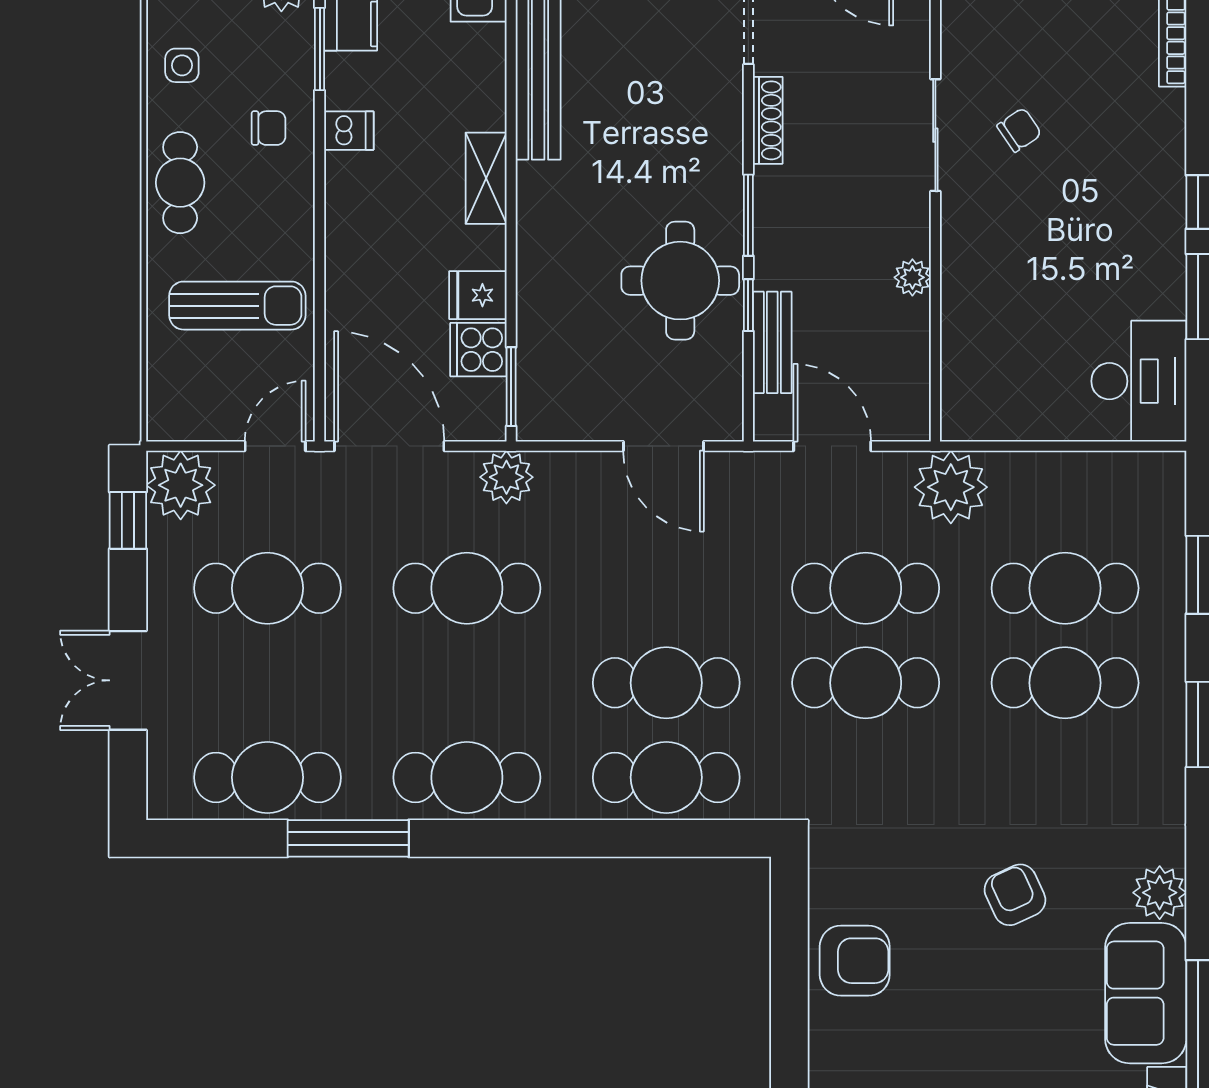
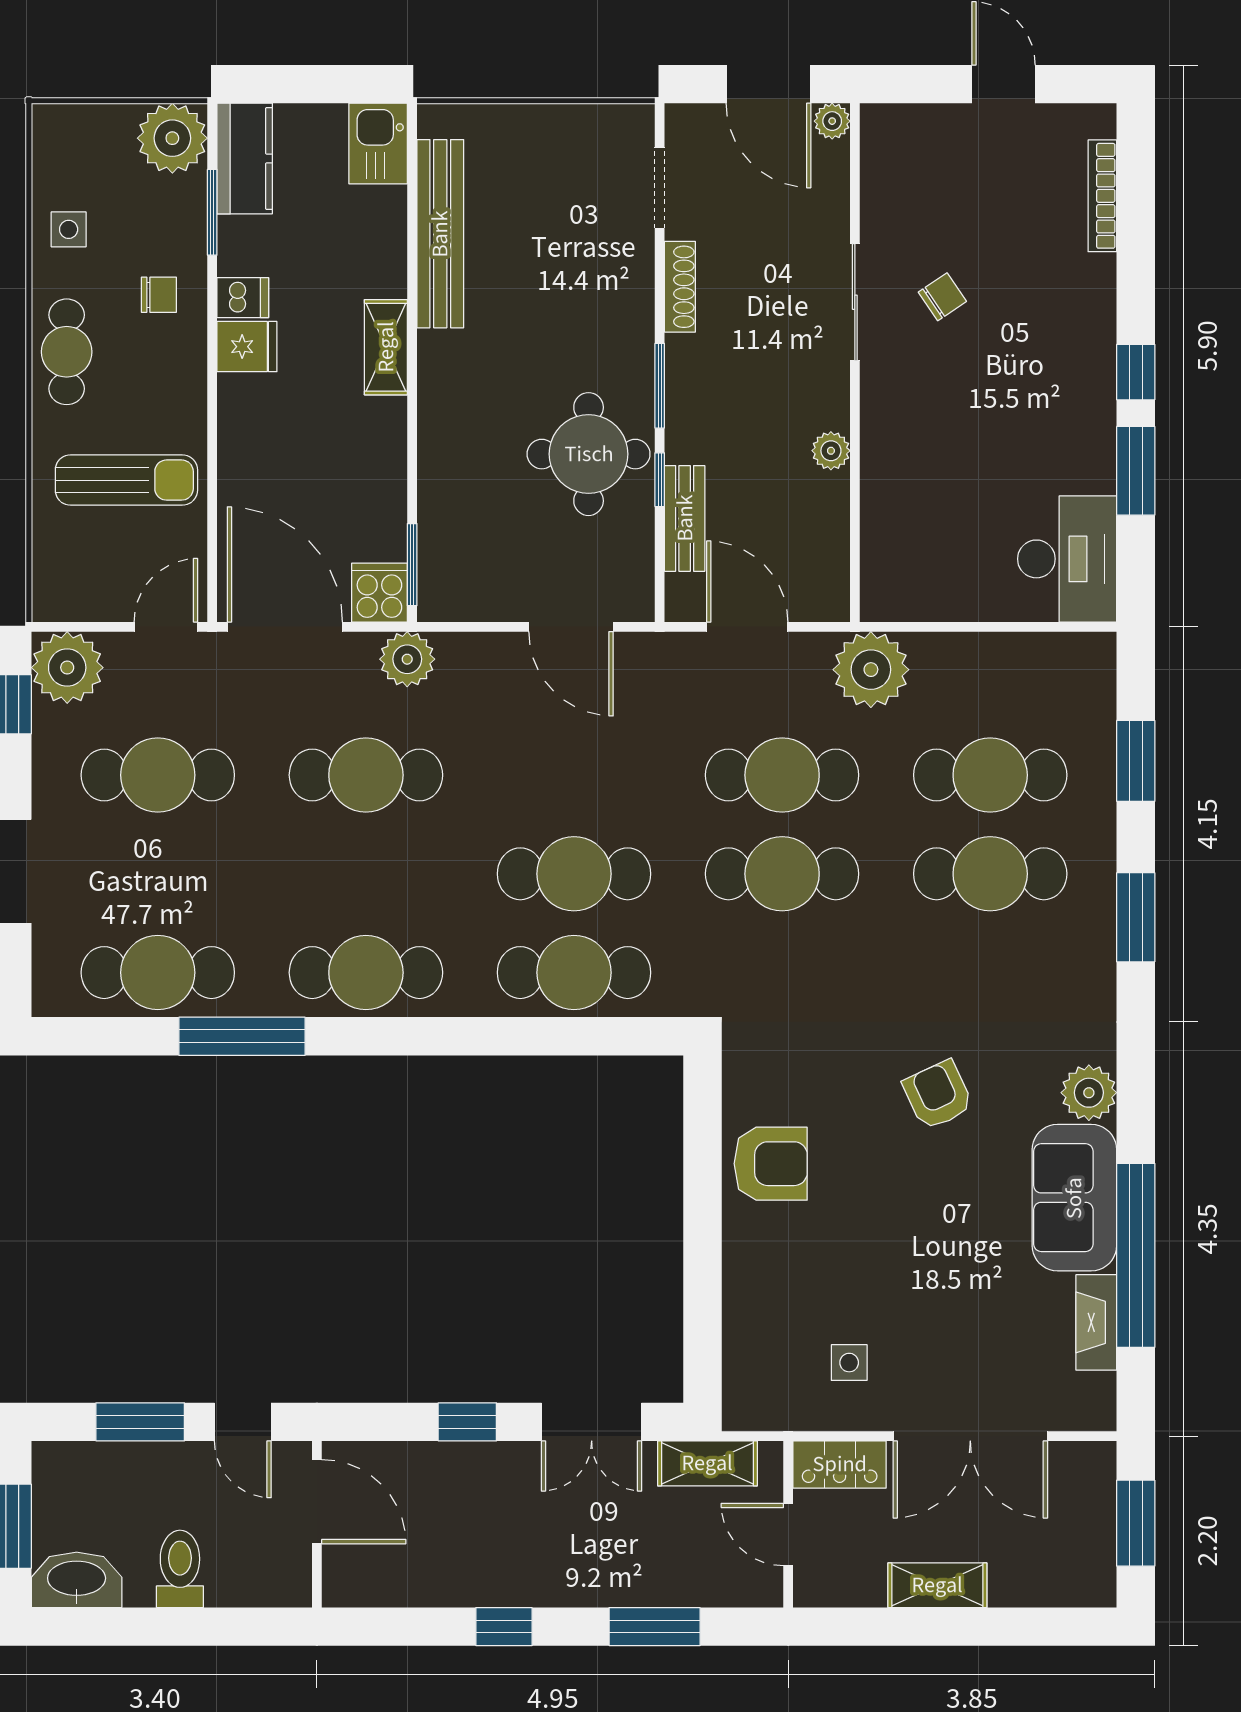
fridge: (478, 295) -> (247, 347), moved, turned 180
cooker: (478, 350) -> (379, 593), moved, turned 90

